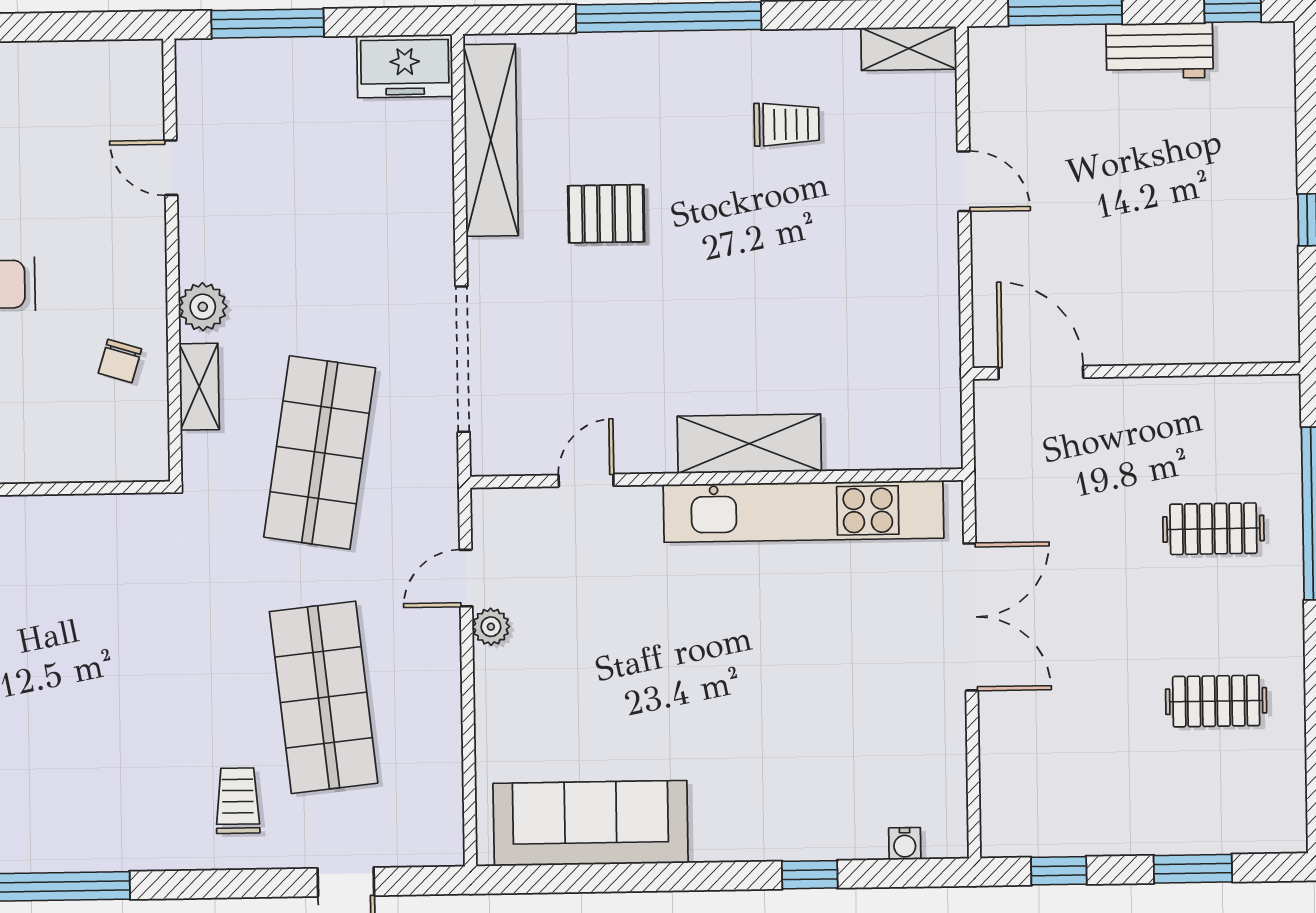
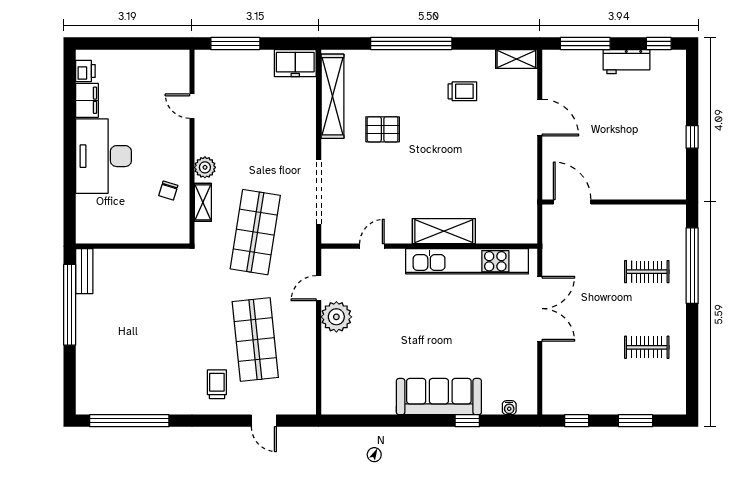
door: (964, 181) -> (540, 118), width x1.38
plant: (491, 627) -> (336, 317), width x1.88, depth x1.88
sofa: (591, 823) -> (439, 397), moved

